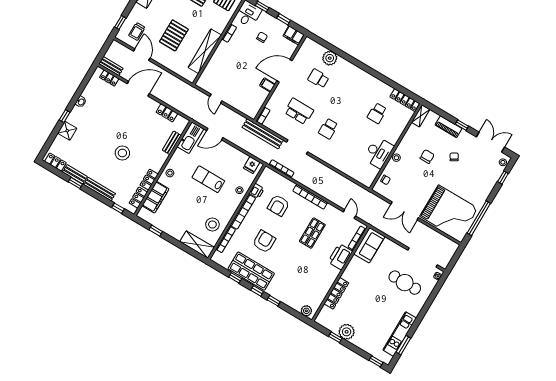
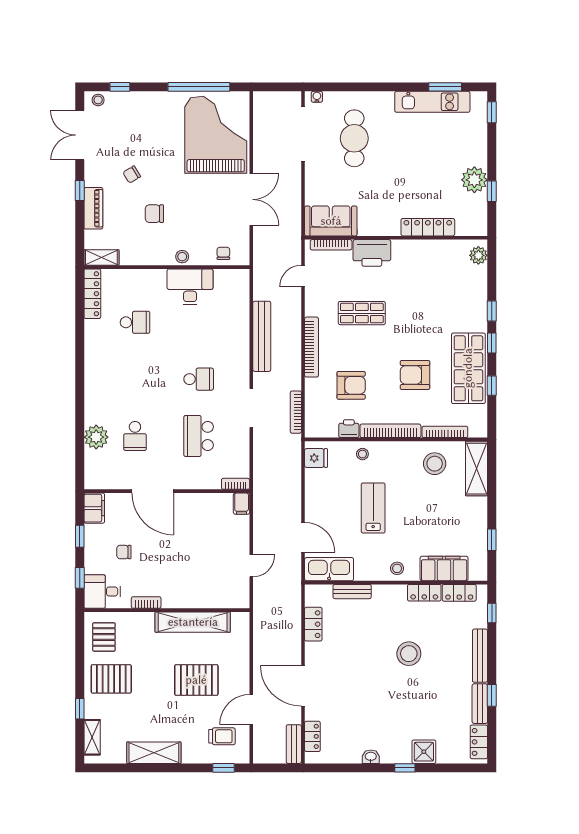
filing cabinet: (267, 85) -> (242, 504), moved
bench: (263, 134) -> (262, 336), moved
lab bench: (208, 179) -> (373, 508), turned 180

